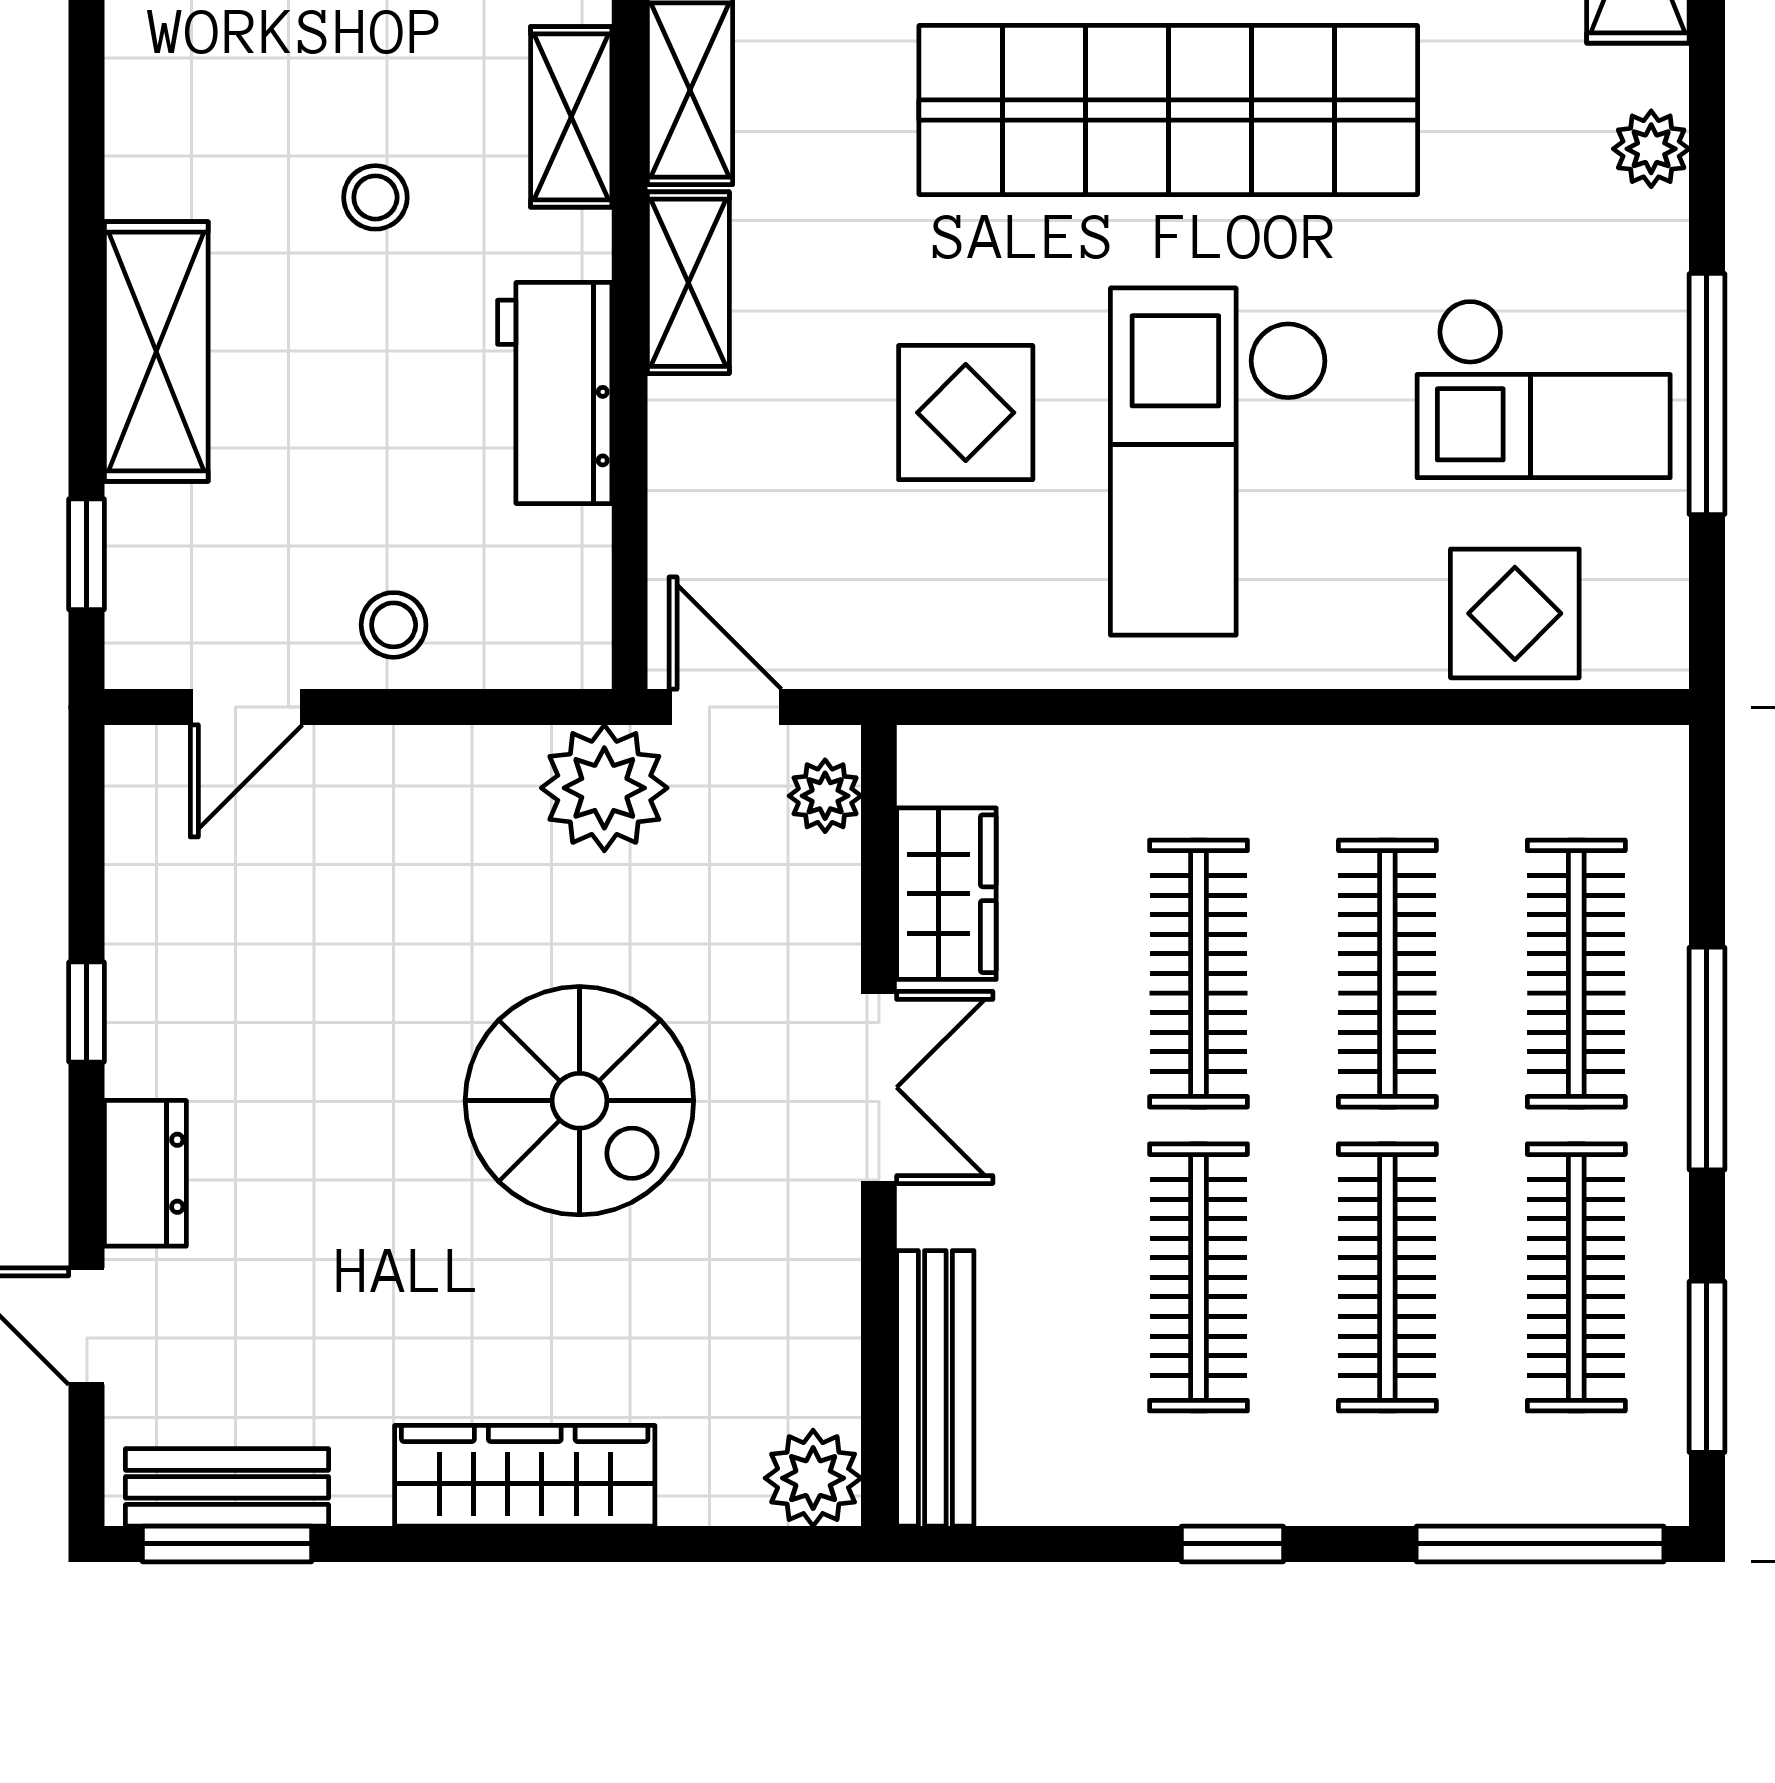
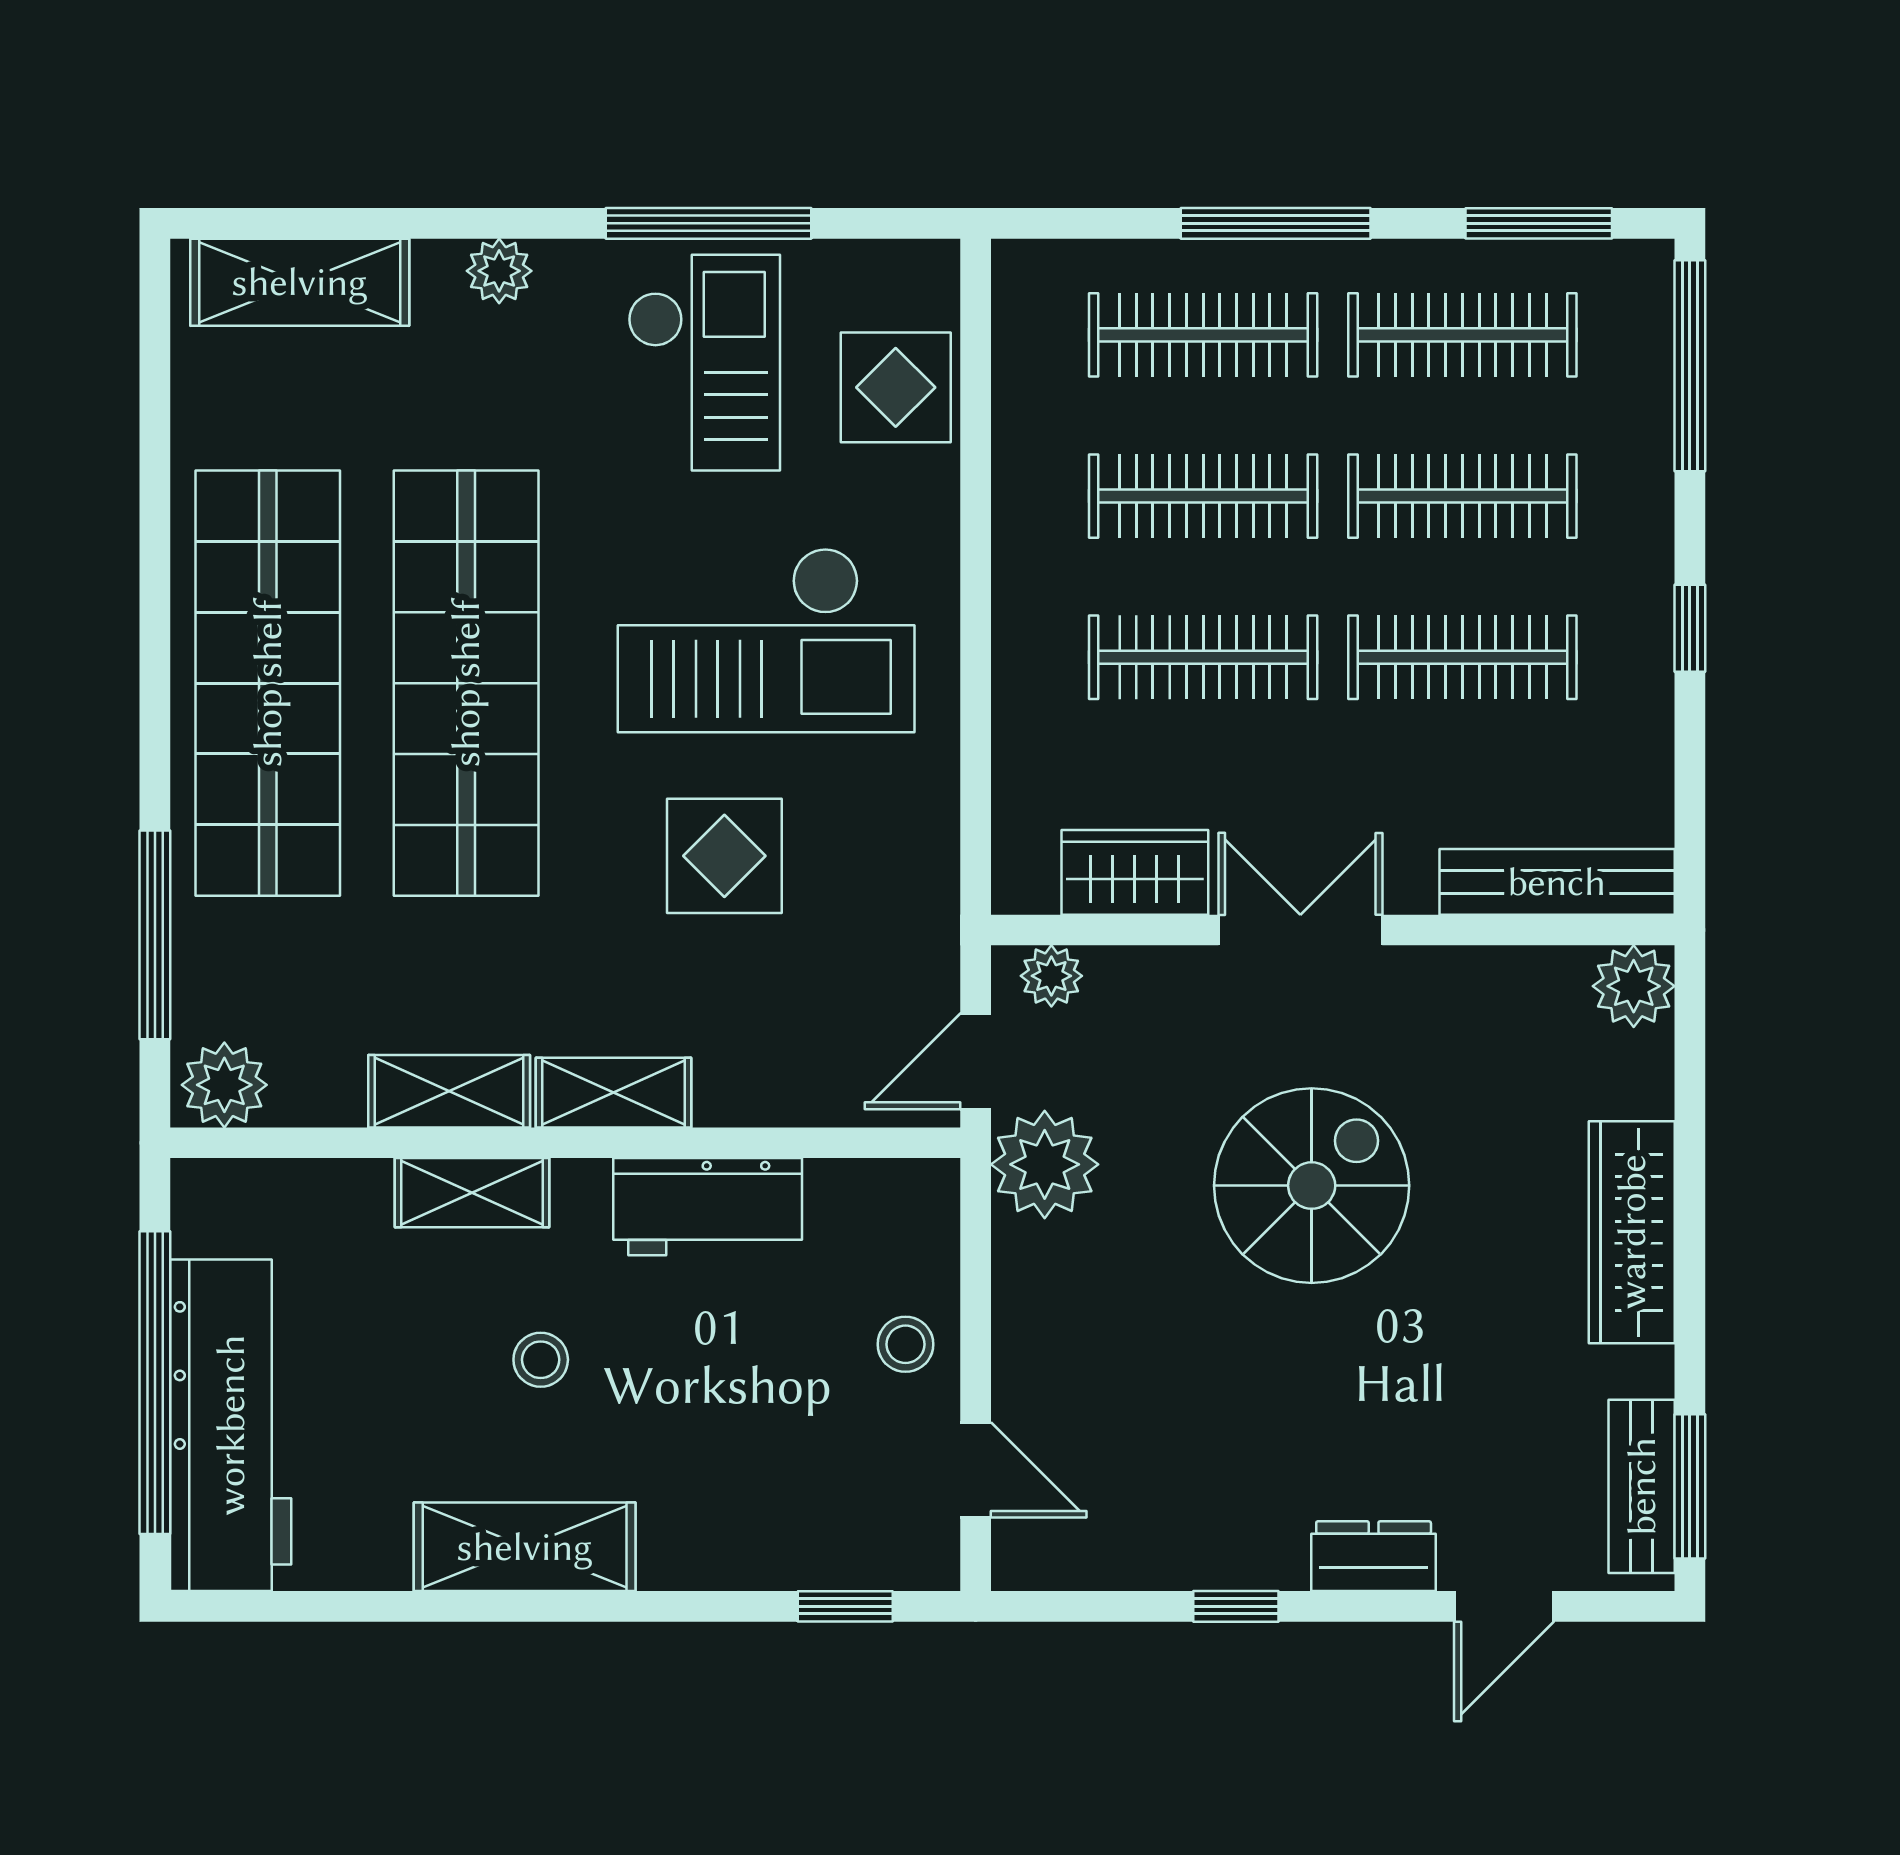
shelving: (156, 351) -> (525, 1547), moved

